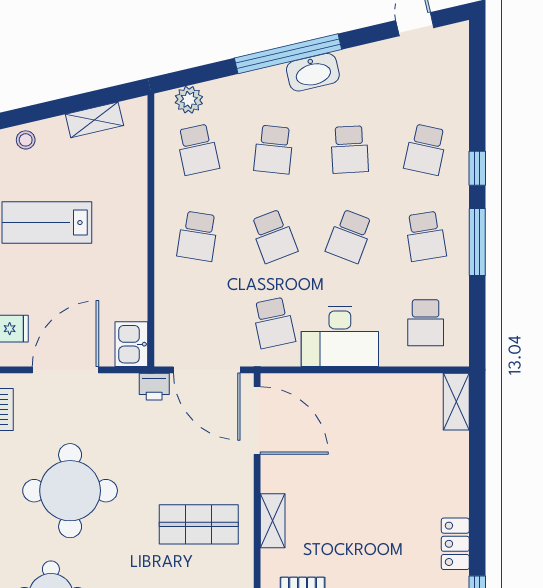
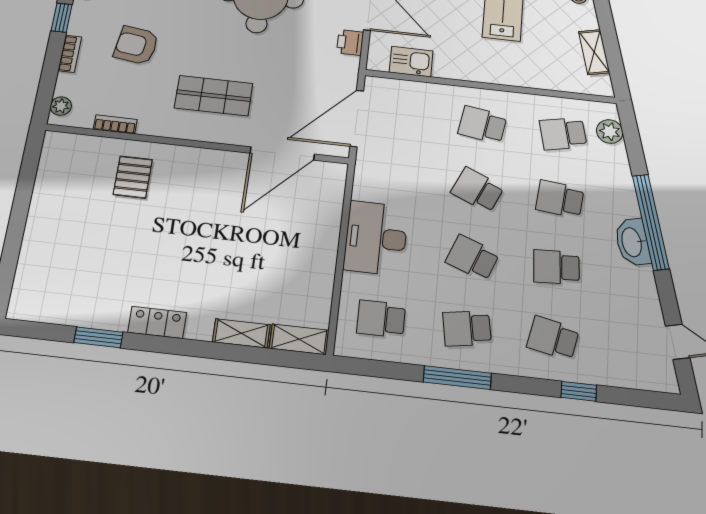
window: (477, 168) -> (579, 391), moved
school desk: (274, 236) -> (477, 190), turned 45
school desk: (274, 323) -> (395, 181), removed
kitchen sink: (131, 344) -> (411, 62), moved
printer: (154, 387) -> (350, 42), moved
door: (257, 420) -> (282, 154), moved
shelving: (273, 521) -> (241, 333), moved
shop shelf: (199, 524) -> (214, 96), turned 90

